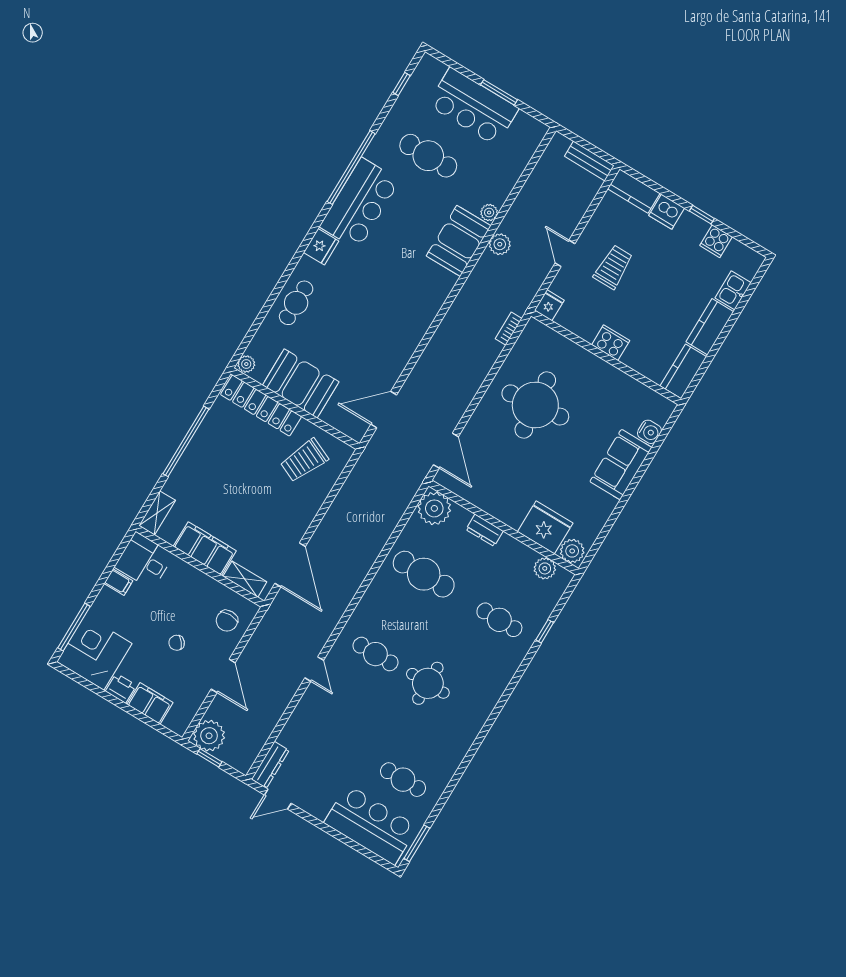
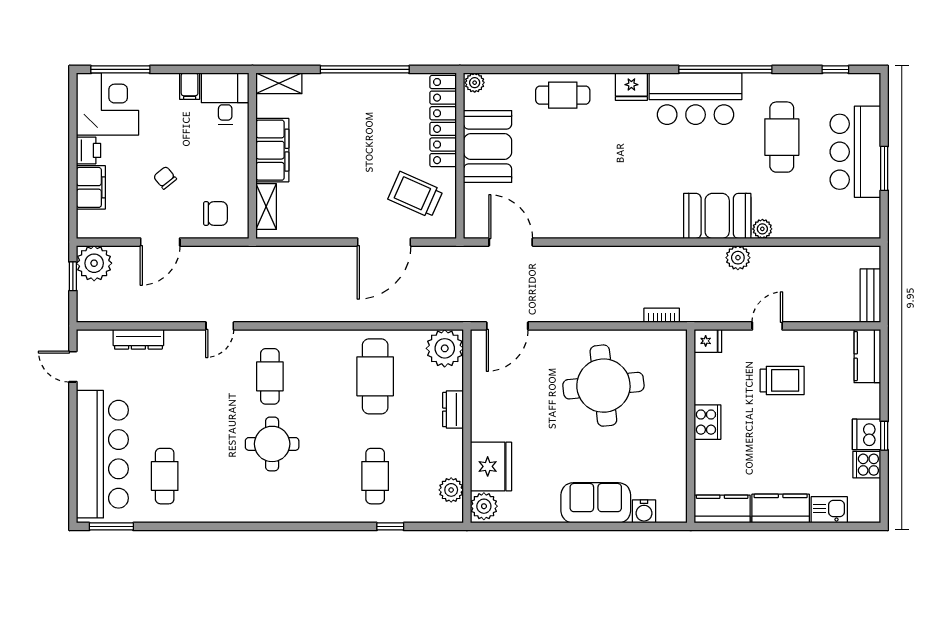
dishwasher: (667, 212) -> (866, 434), moved
door: (290, 565) -> (384, 242), moved
chair: (227, 621) -> (216, 213), turned 180
dresser: (270, 765) -> (138, 339), moved
bar counter: (371, 825) -> (102, 454), width x1.36

